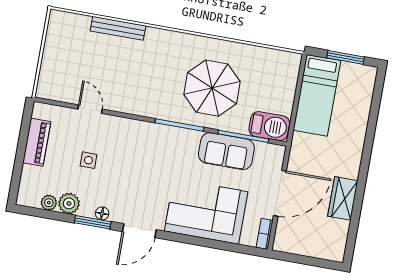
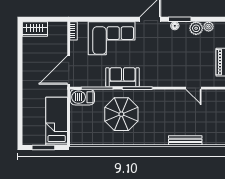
sofa: (226, 151) -> (123, 77), moved
side table: (88, 160) -> (189, 57), removed
door: (280, 193) -> (69, 70), moved
wardrobe: (343, 198) -> (35, 29), moved, turned 90

